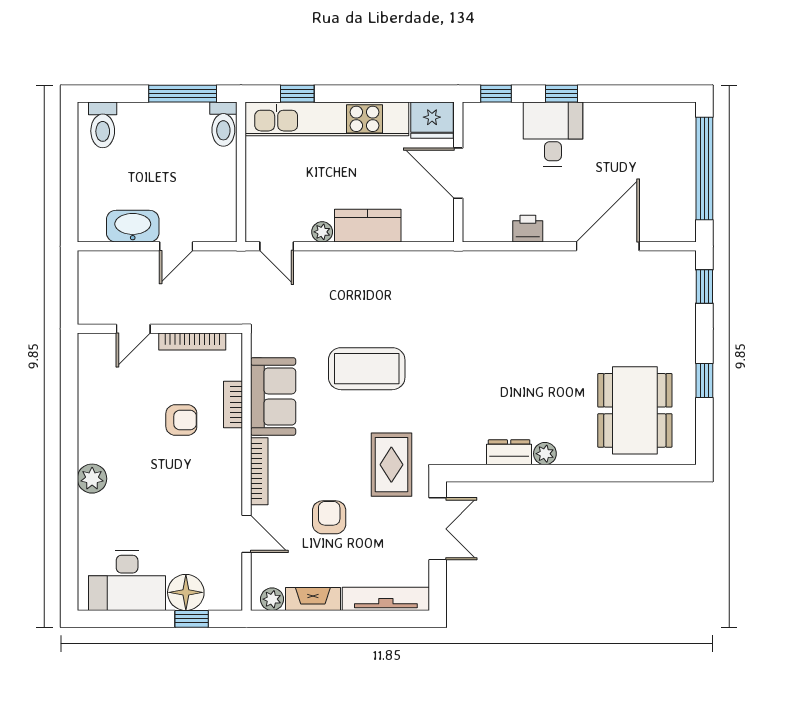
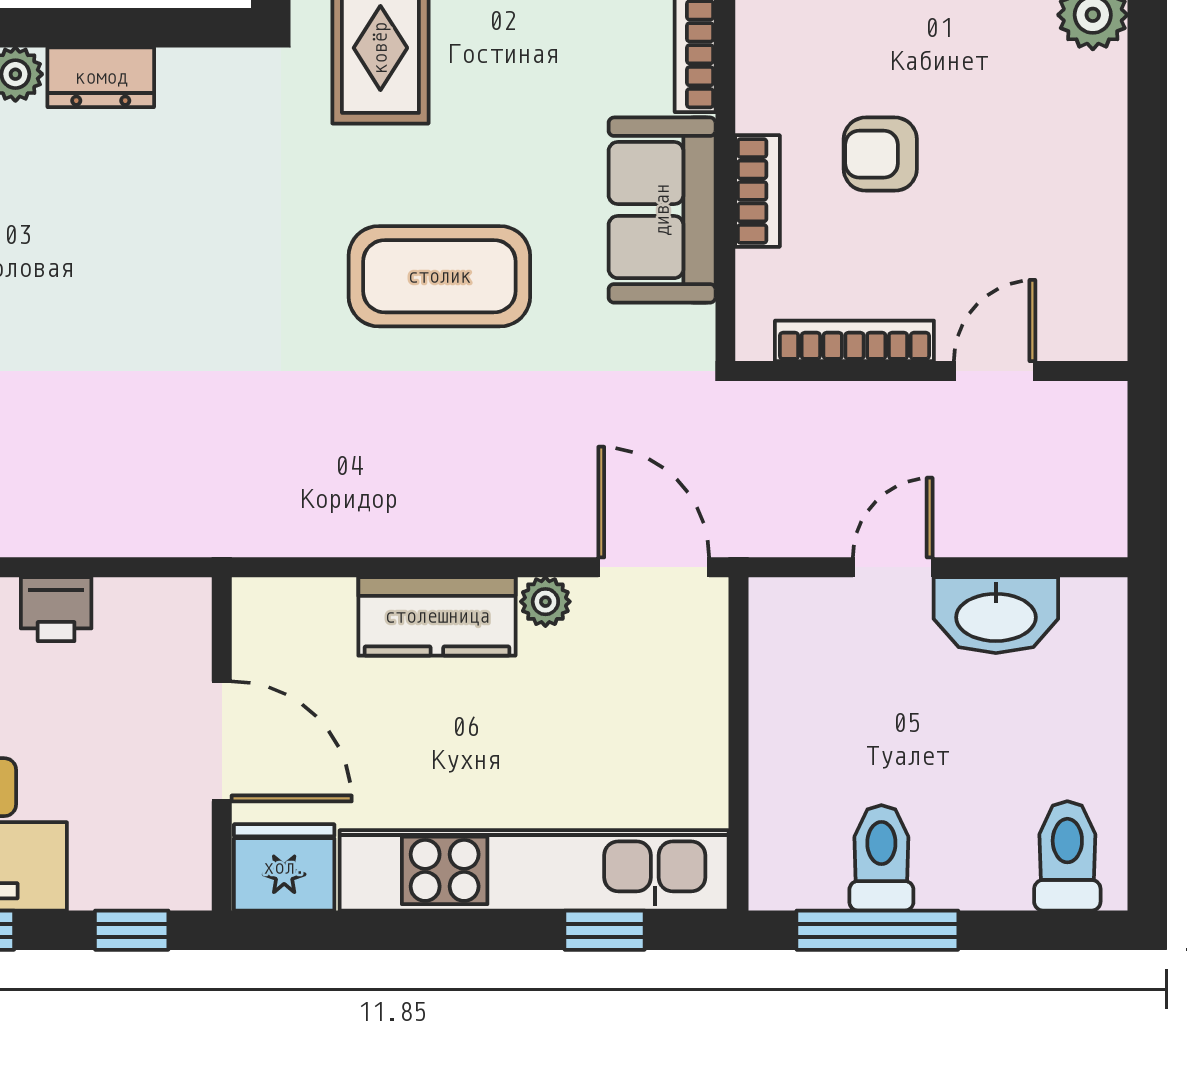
toilet: (223, 124) -> (881, 858), moved
door: (277, 246) -> (654, 567), width x1.38

